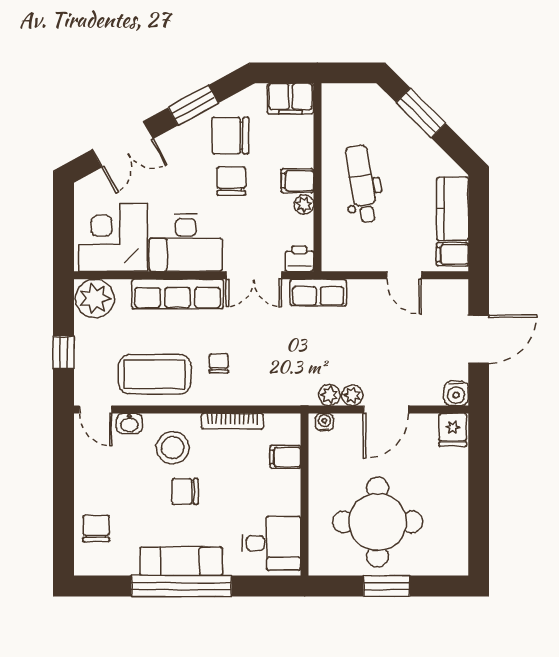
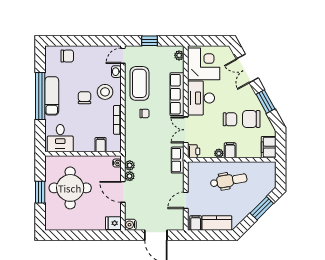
chair: (230, 136) -> (251, 119), turned -90
plant: (95, 299) -> (179, 55), width x0.53, depth x0.53

